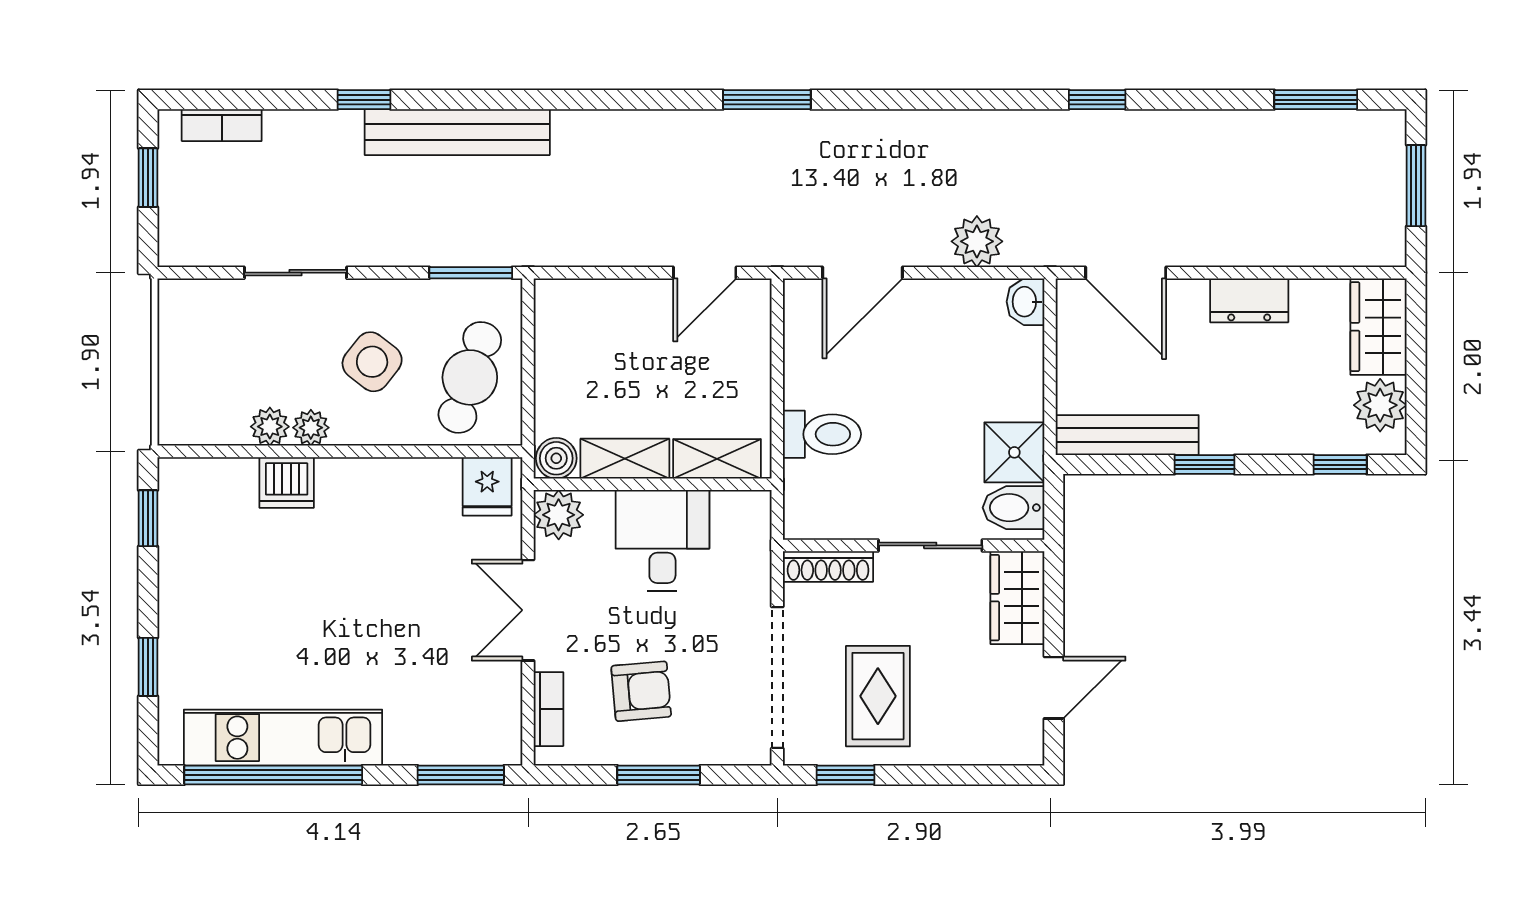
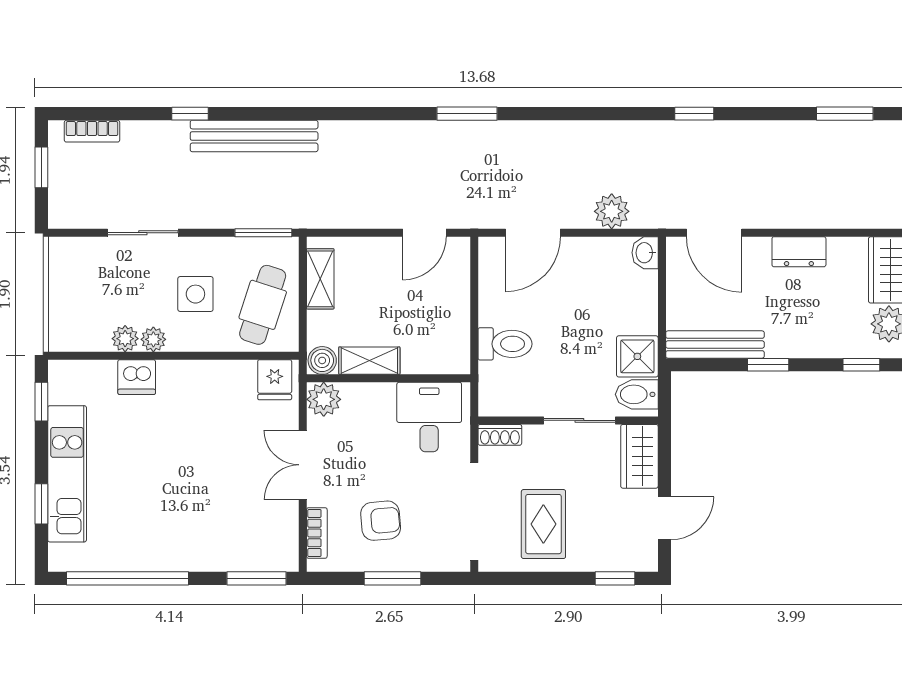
side table: (372, 362) -> (195, 294), turned -38
shelving: (717, 459) -> (320, 279), moved, turned 90
desk: (662, 541) -> (429, 417), moved
shoe rack: (828, 566) -> (500, 435), width x0.70
kitchen unit: (283, 738) -> (67, 474), moved, turned 90
window: (846, 775) -> (615, 578), moved

